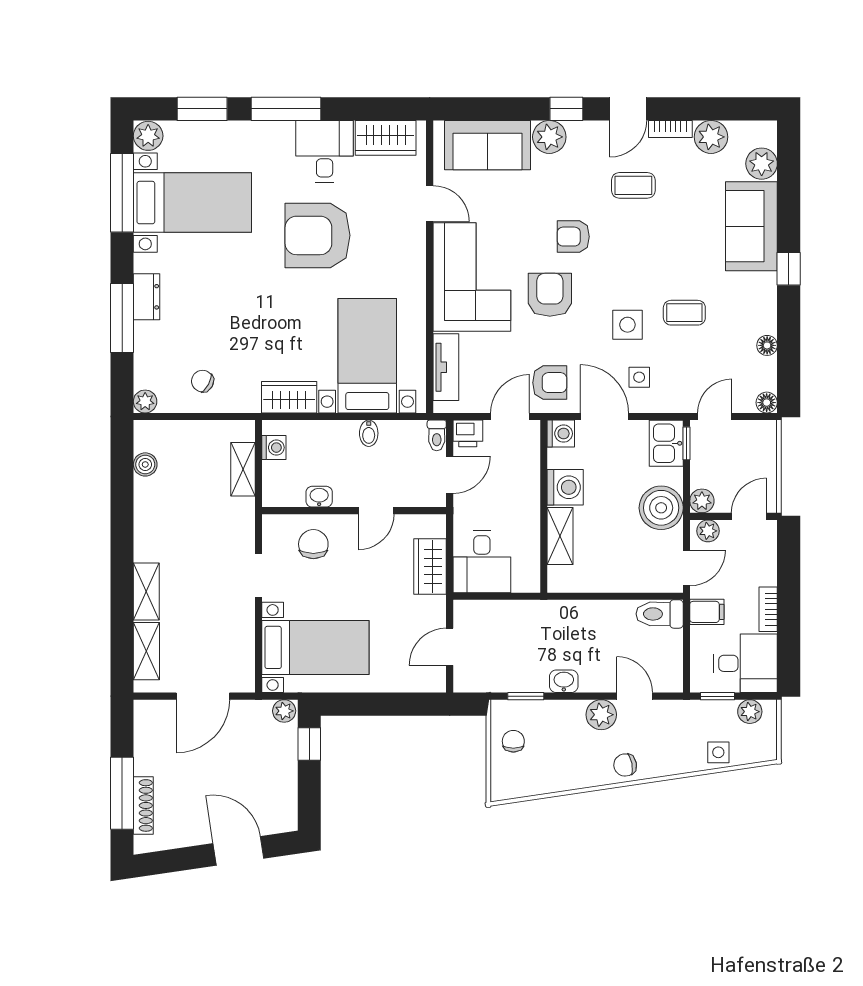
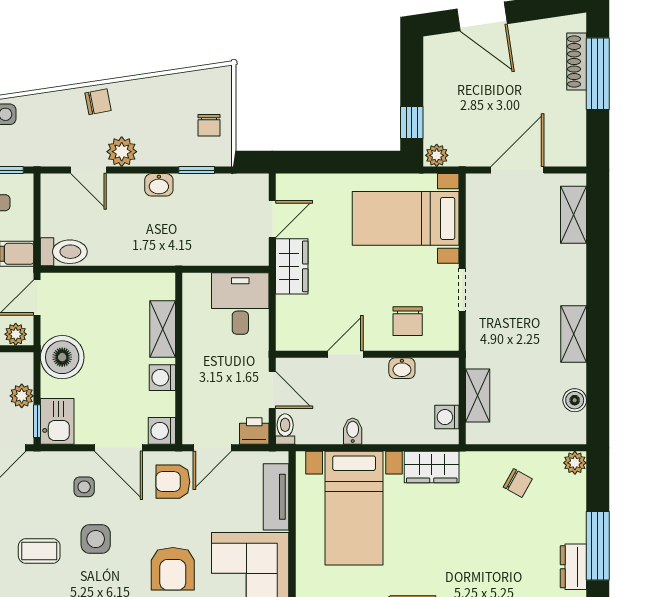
door: (450, 475) -> (272, 390), swing flipped
washing machine: (565, 487) -> (162, 378), width x0.73, depth x0.73
plant: (702, 501) -> (22, 396), moved
wardrobe: (430, 567) -> (292, 266), moved
shelving: (146, 591) -> (574, 334), moved

